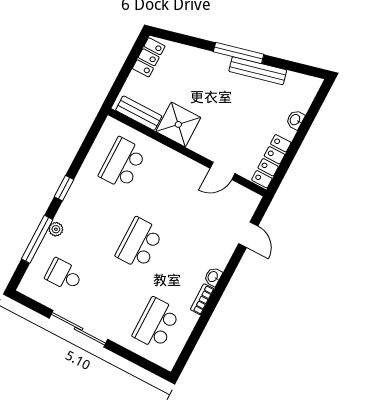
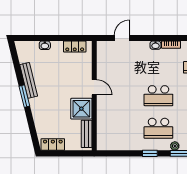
window: (239, 53) -> (24, 96), width x0.69
locker: (271, 161) -> (75, 47), width x0.66
school desk: (122, 163) -> (158, 128), moved
door: (222, 171) -> (94, 87), moved

